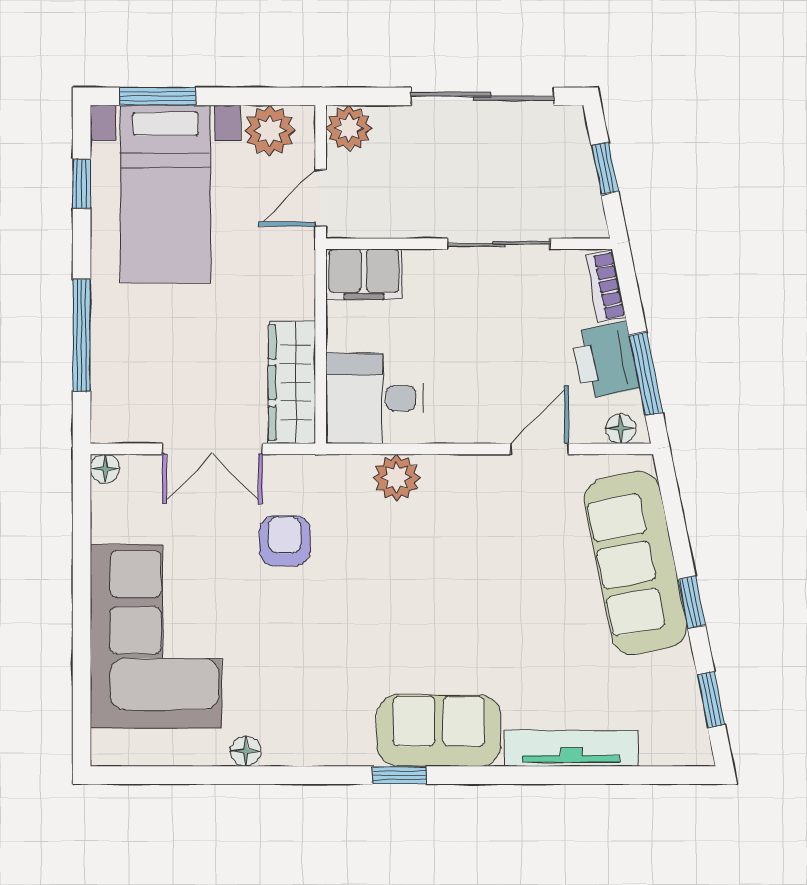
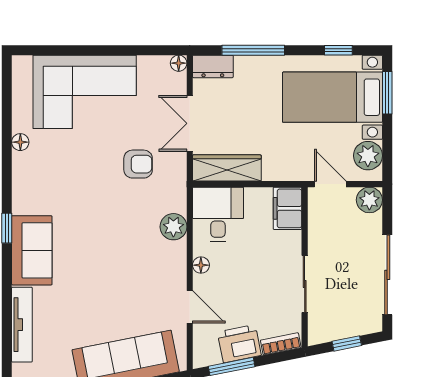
dresser: (111, 407) -> (213, 66), added
floor lamp: (621, 429) -> (201, 265), moved

